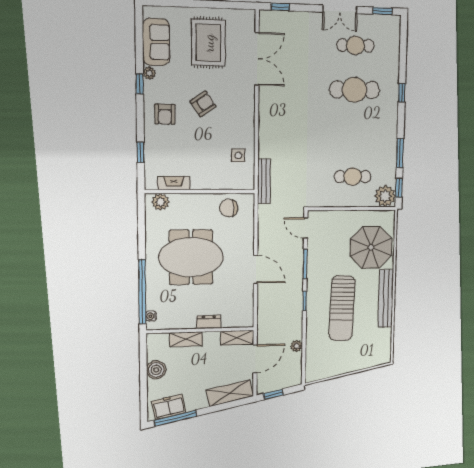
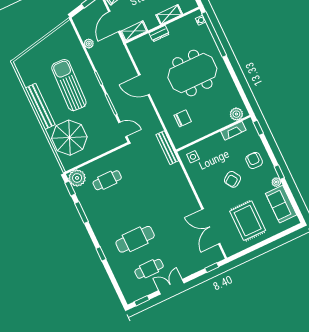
fireplace: (174, 183) -> (233, 131), moved
wall: (200, 192) -> (213, 133), moved
plant: (160, 202) -> (236, 114), moved

